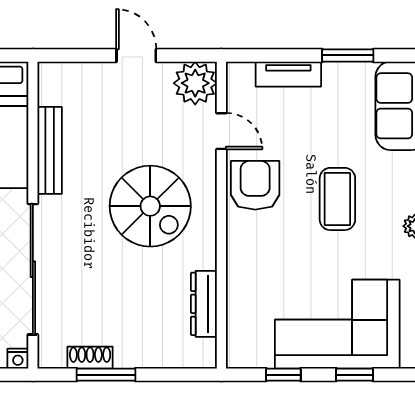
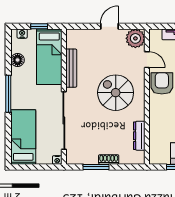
door: (136, 55) -> (109, 26), hinge flipped
spiral stairs: (150, 206) -> (116, 93), turned 180
shoe rack: (90, 358) -> (109, 159), moved

